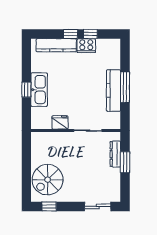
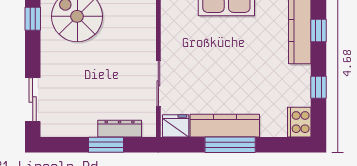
window: (71, 34) -> (318, 31), moved
cooker: (86, 46) -> (299, 122), moved
fridge: (60, 122) -> (176, 126), moved, turned -90

